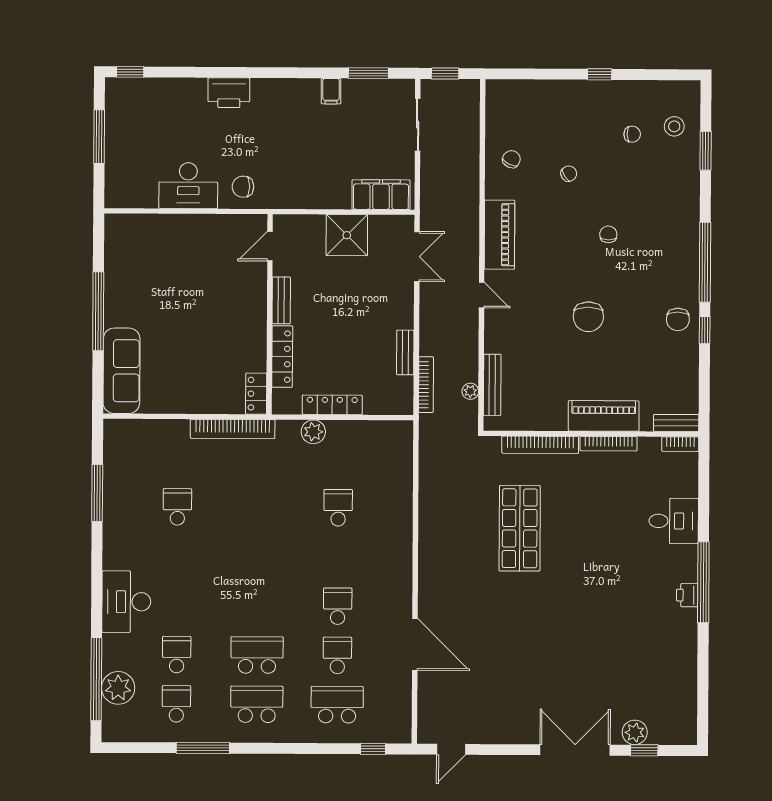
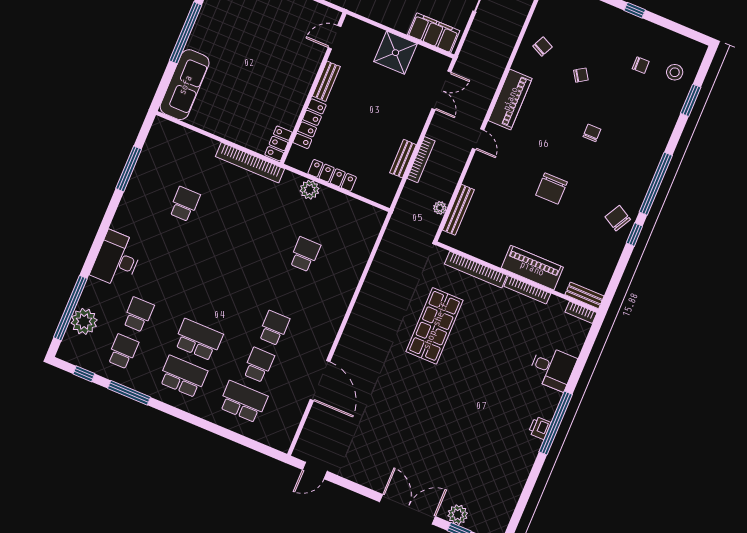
chair: (678, 319) -> (618, 218), turned 119
bookcase: (426, 385) -> (421, 160), moved
window: (373, 749) -> (84, 374), moved

